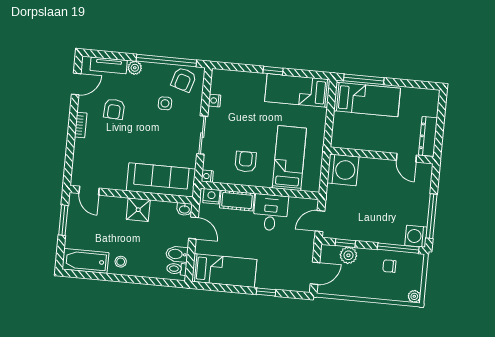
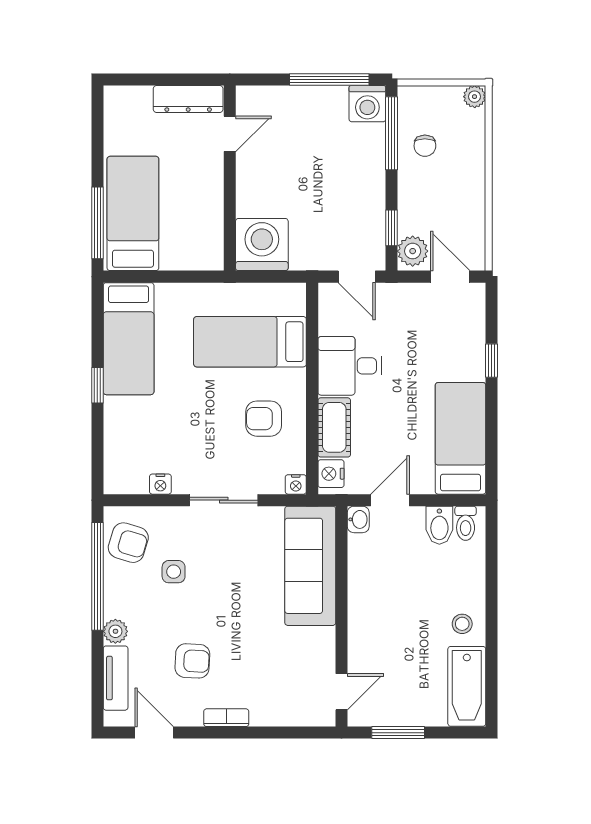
shower: (138, 210) -> (367, 601), removed
plant: (348, 255) -> (413, 251), moved

